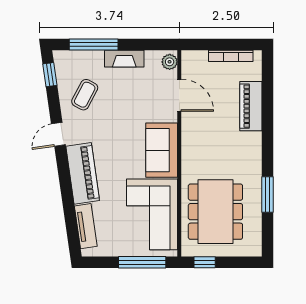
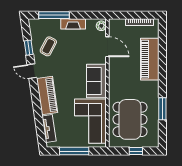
window: (50, 75) -> (29, 48), moved
piano: (251, 106) -> (150, 59), width x1.37, depth x1.33
door: (58, 134) -> (32, 71), hinge flipped
window: (142, 262) -> (74, 151), moved
window: (205, 262) -> (136, 151), moved

